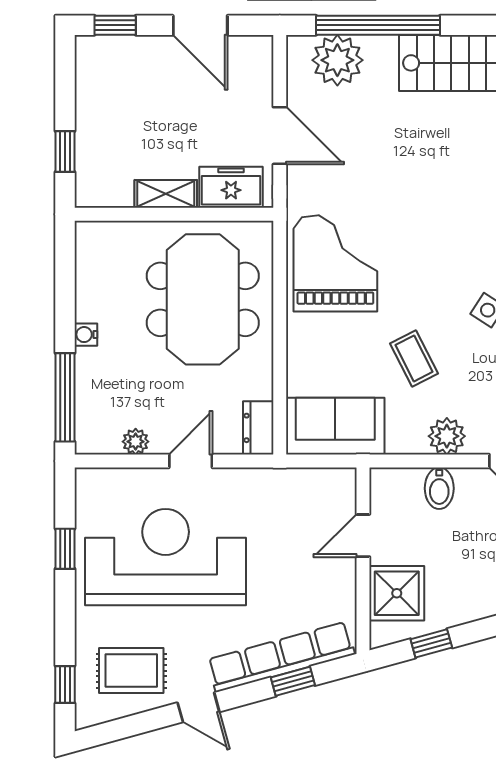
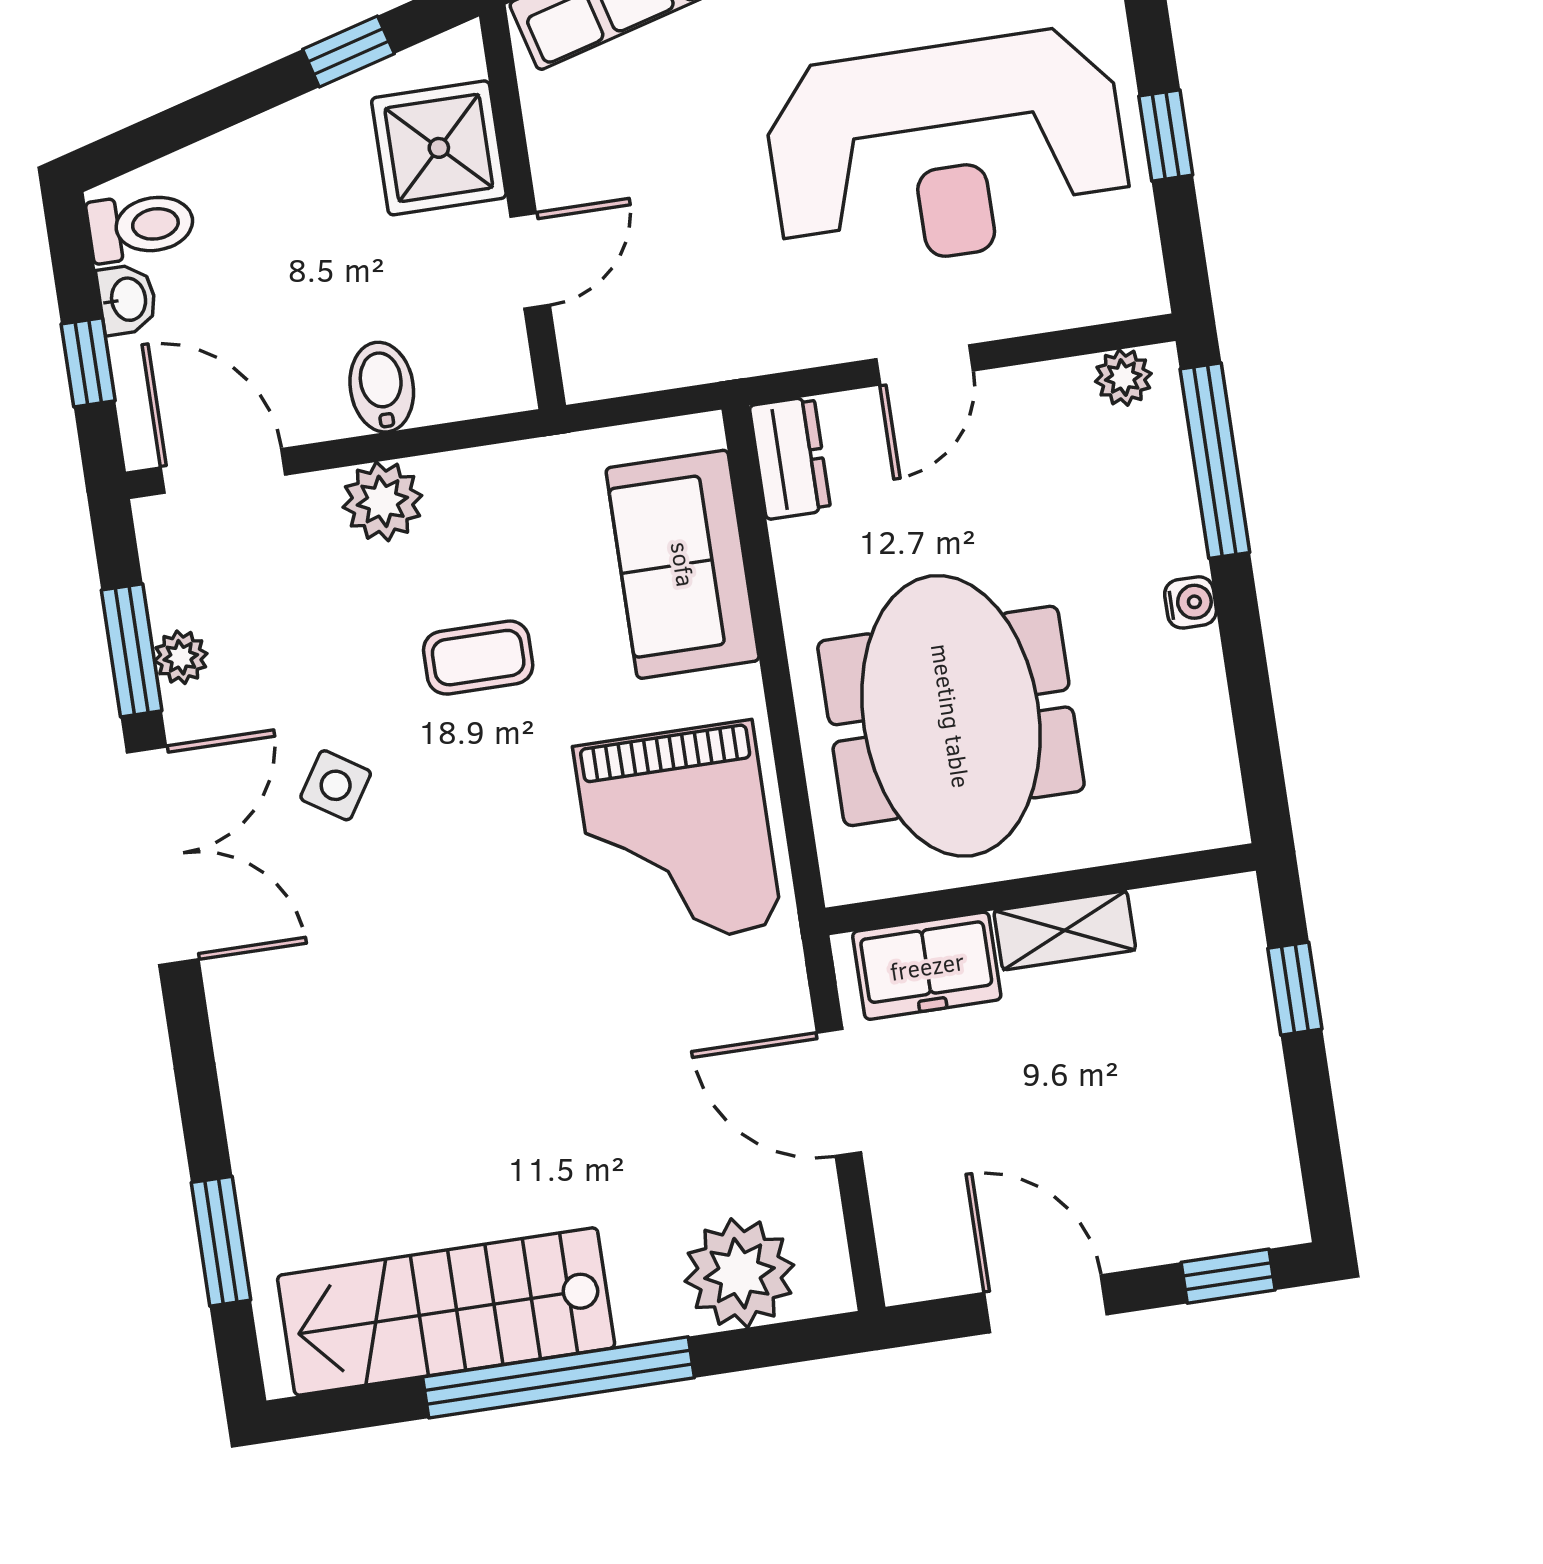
window: (378, 25) -> (559, 1377), moved
coffee table: (414, 358) -> (478, 658), turned -63
sofa: (335, 426) -> (683, 564), moved, turned 90
plant: (136, 442) -> (1123, 377), moved

